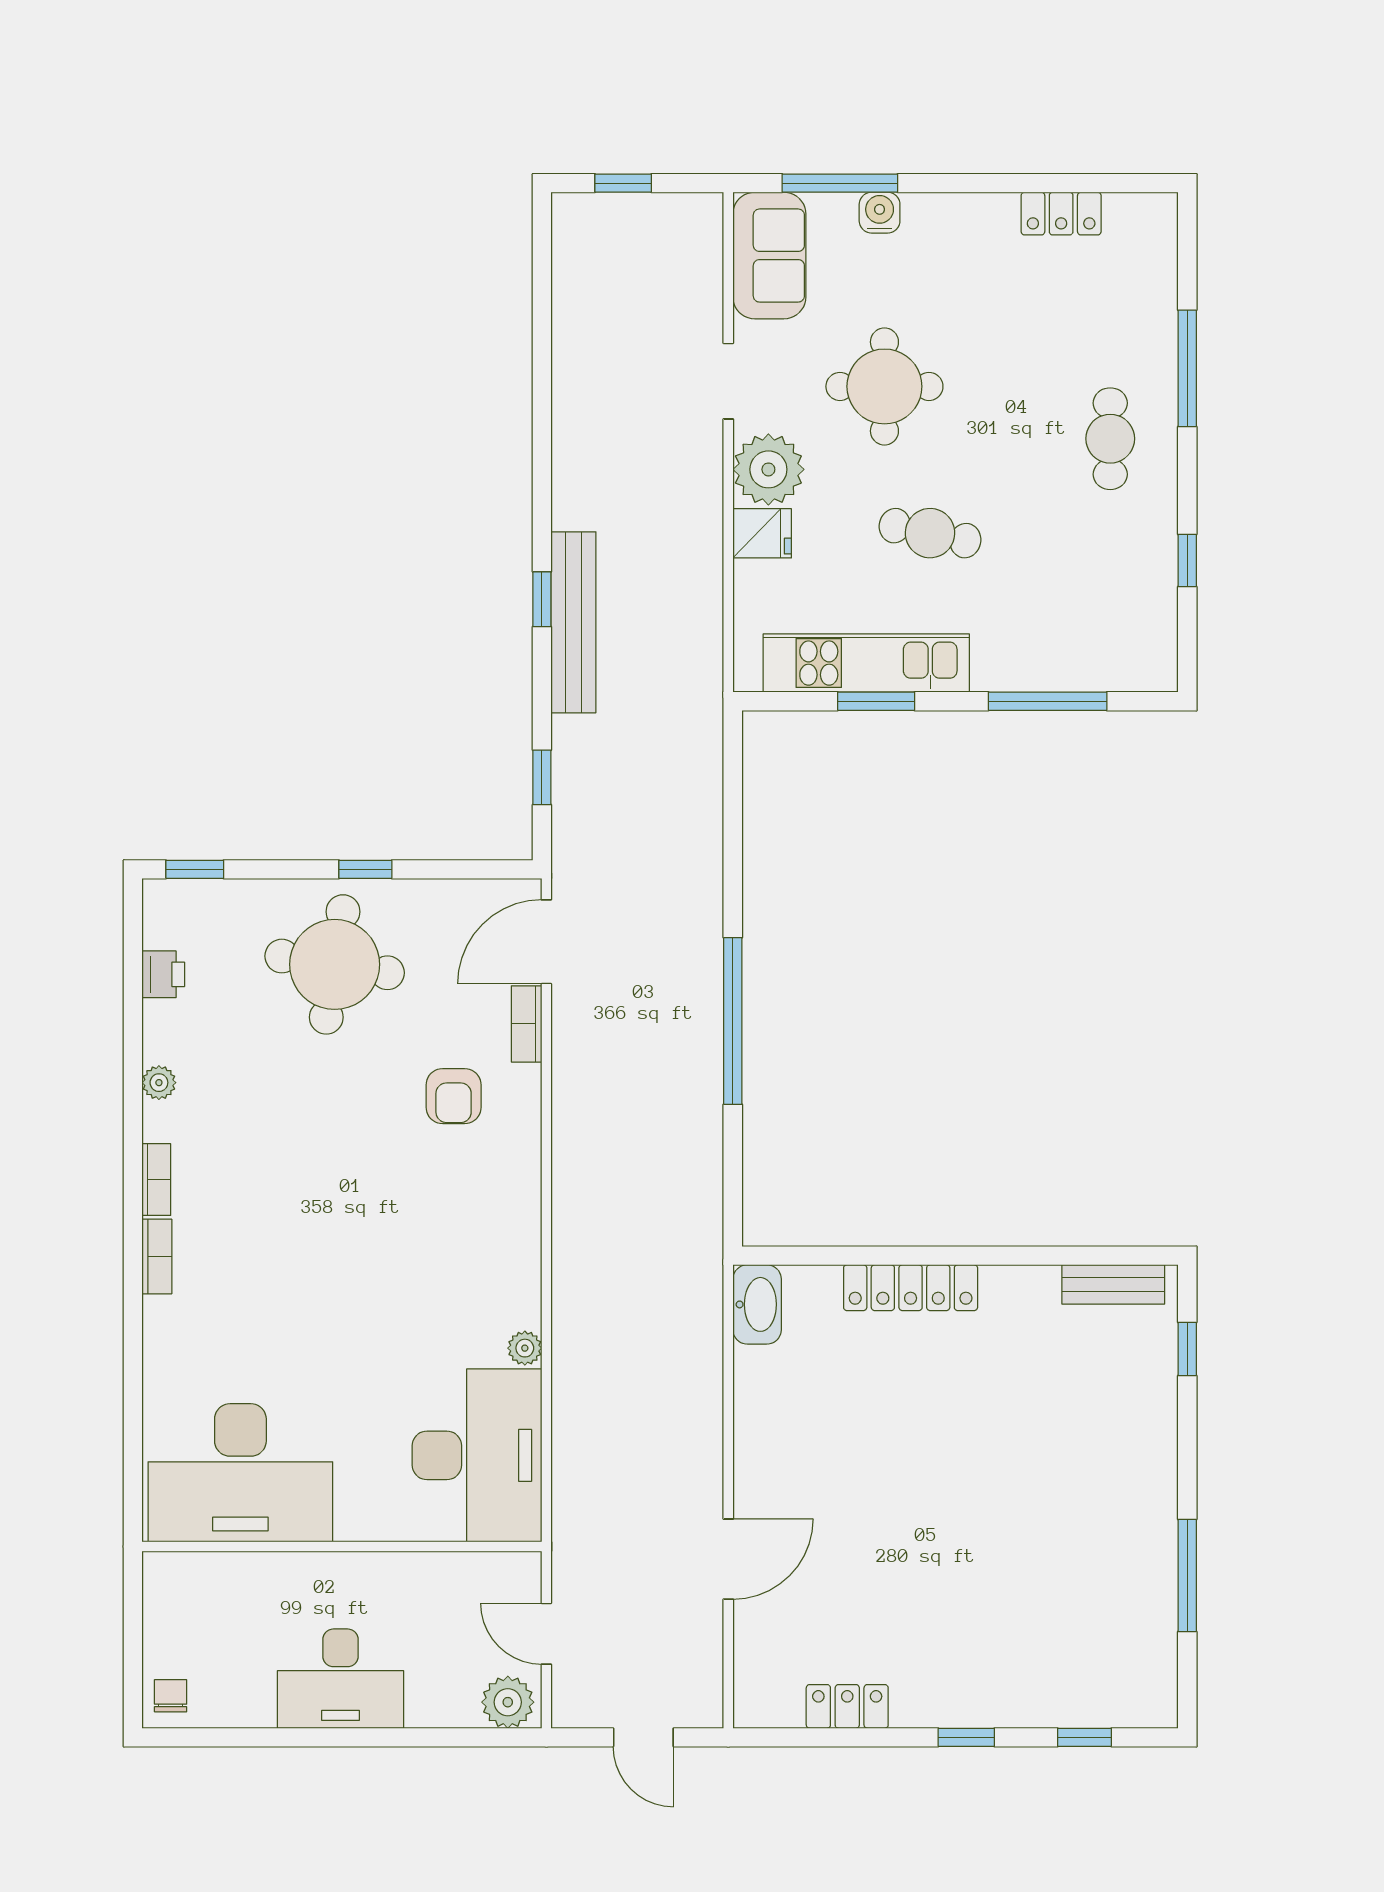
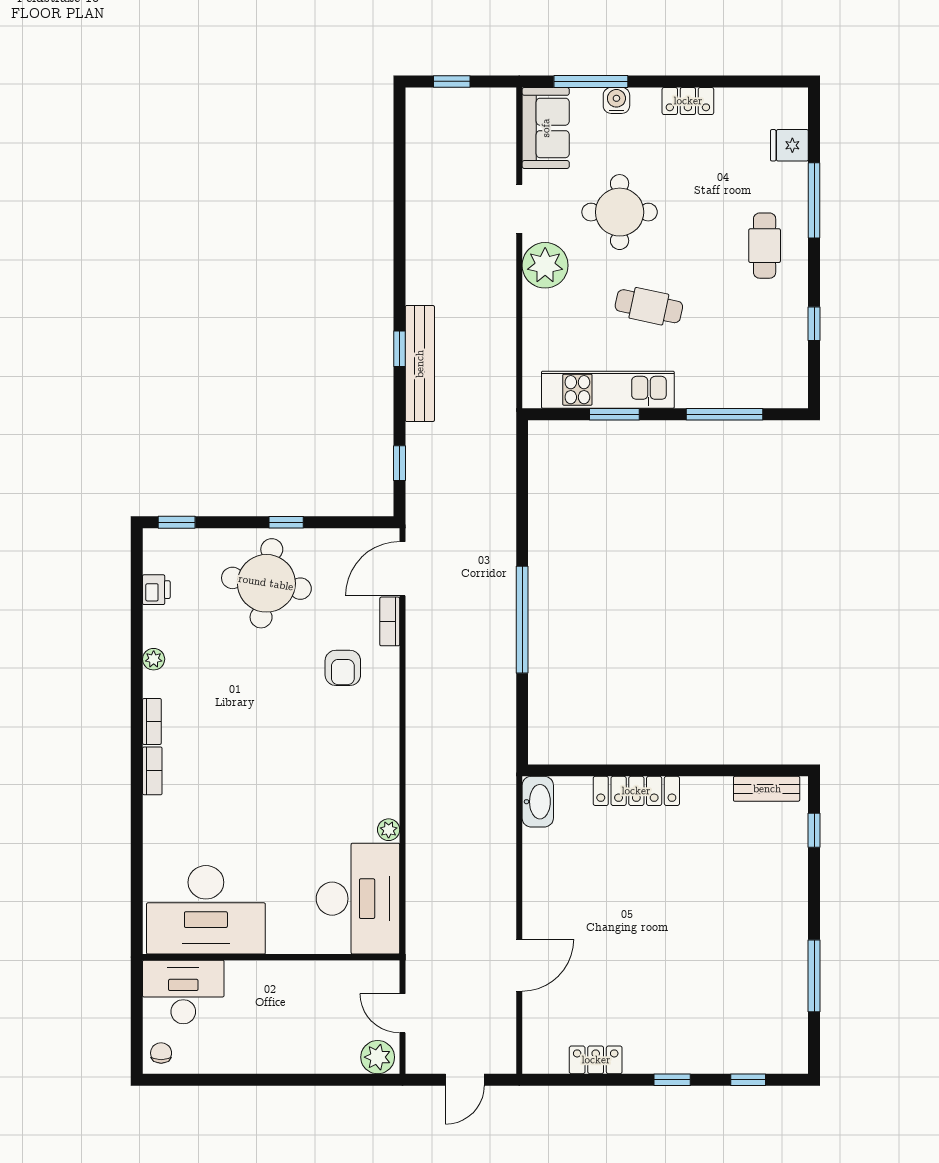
locker: (1061, 214) -> (688, 101), moved
fridge: (762, 533) -> (789, 145), moved, turned 180
desk: (340, 1679) -> (183, 992), moved, turned 180
door: (643, 1737) -> (465, 1080), hinge flipped

